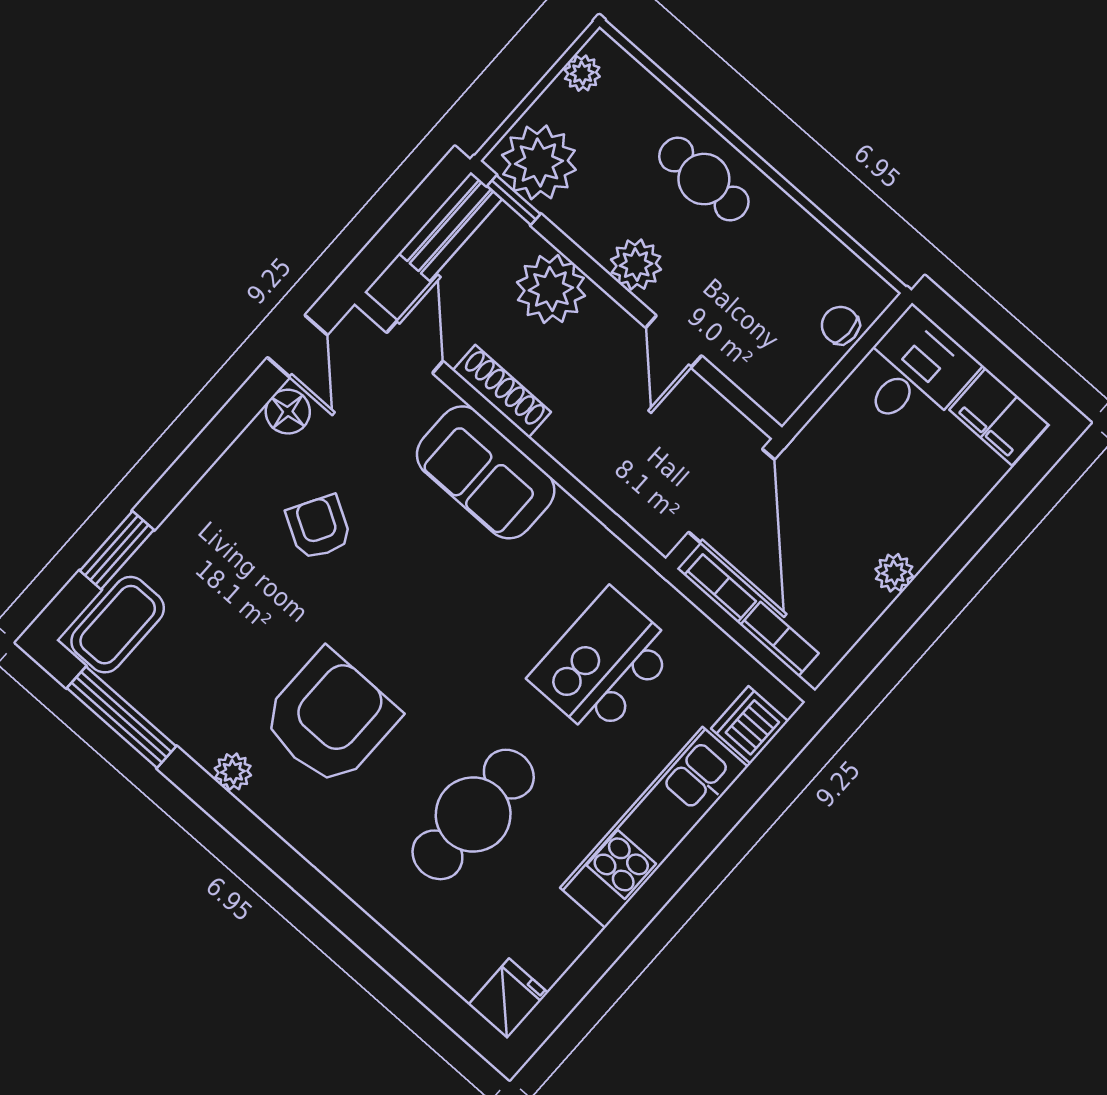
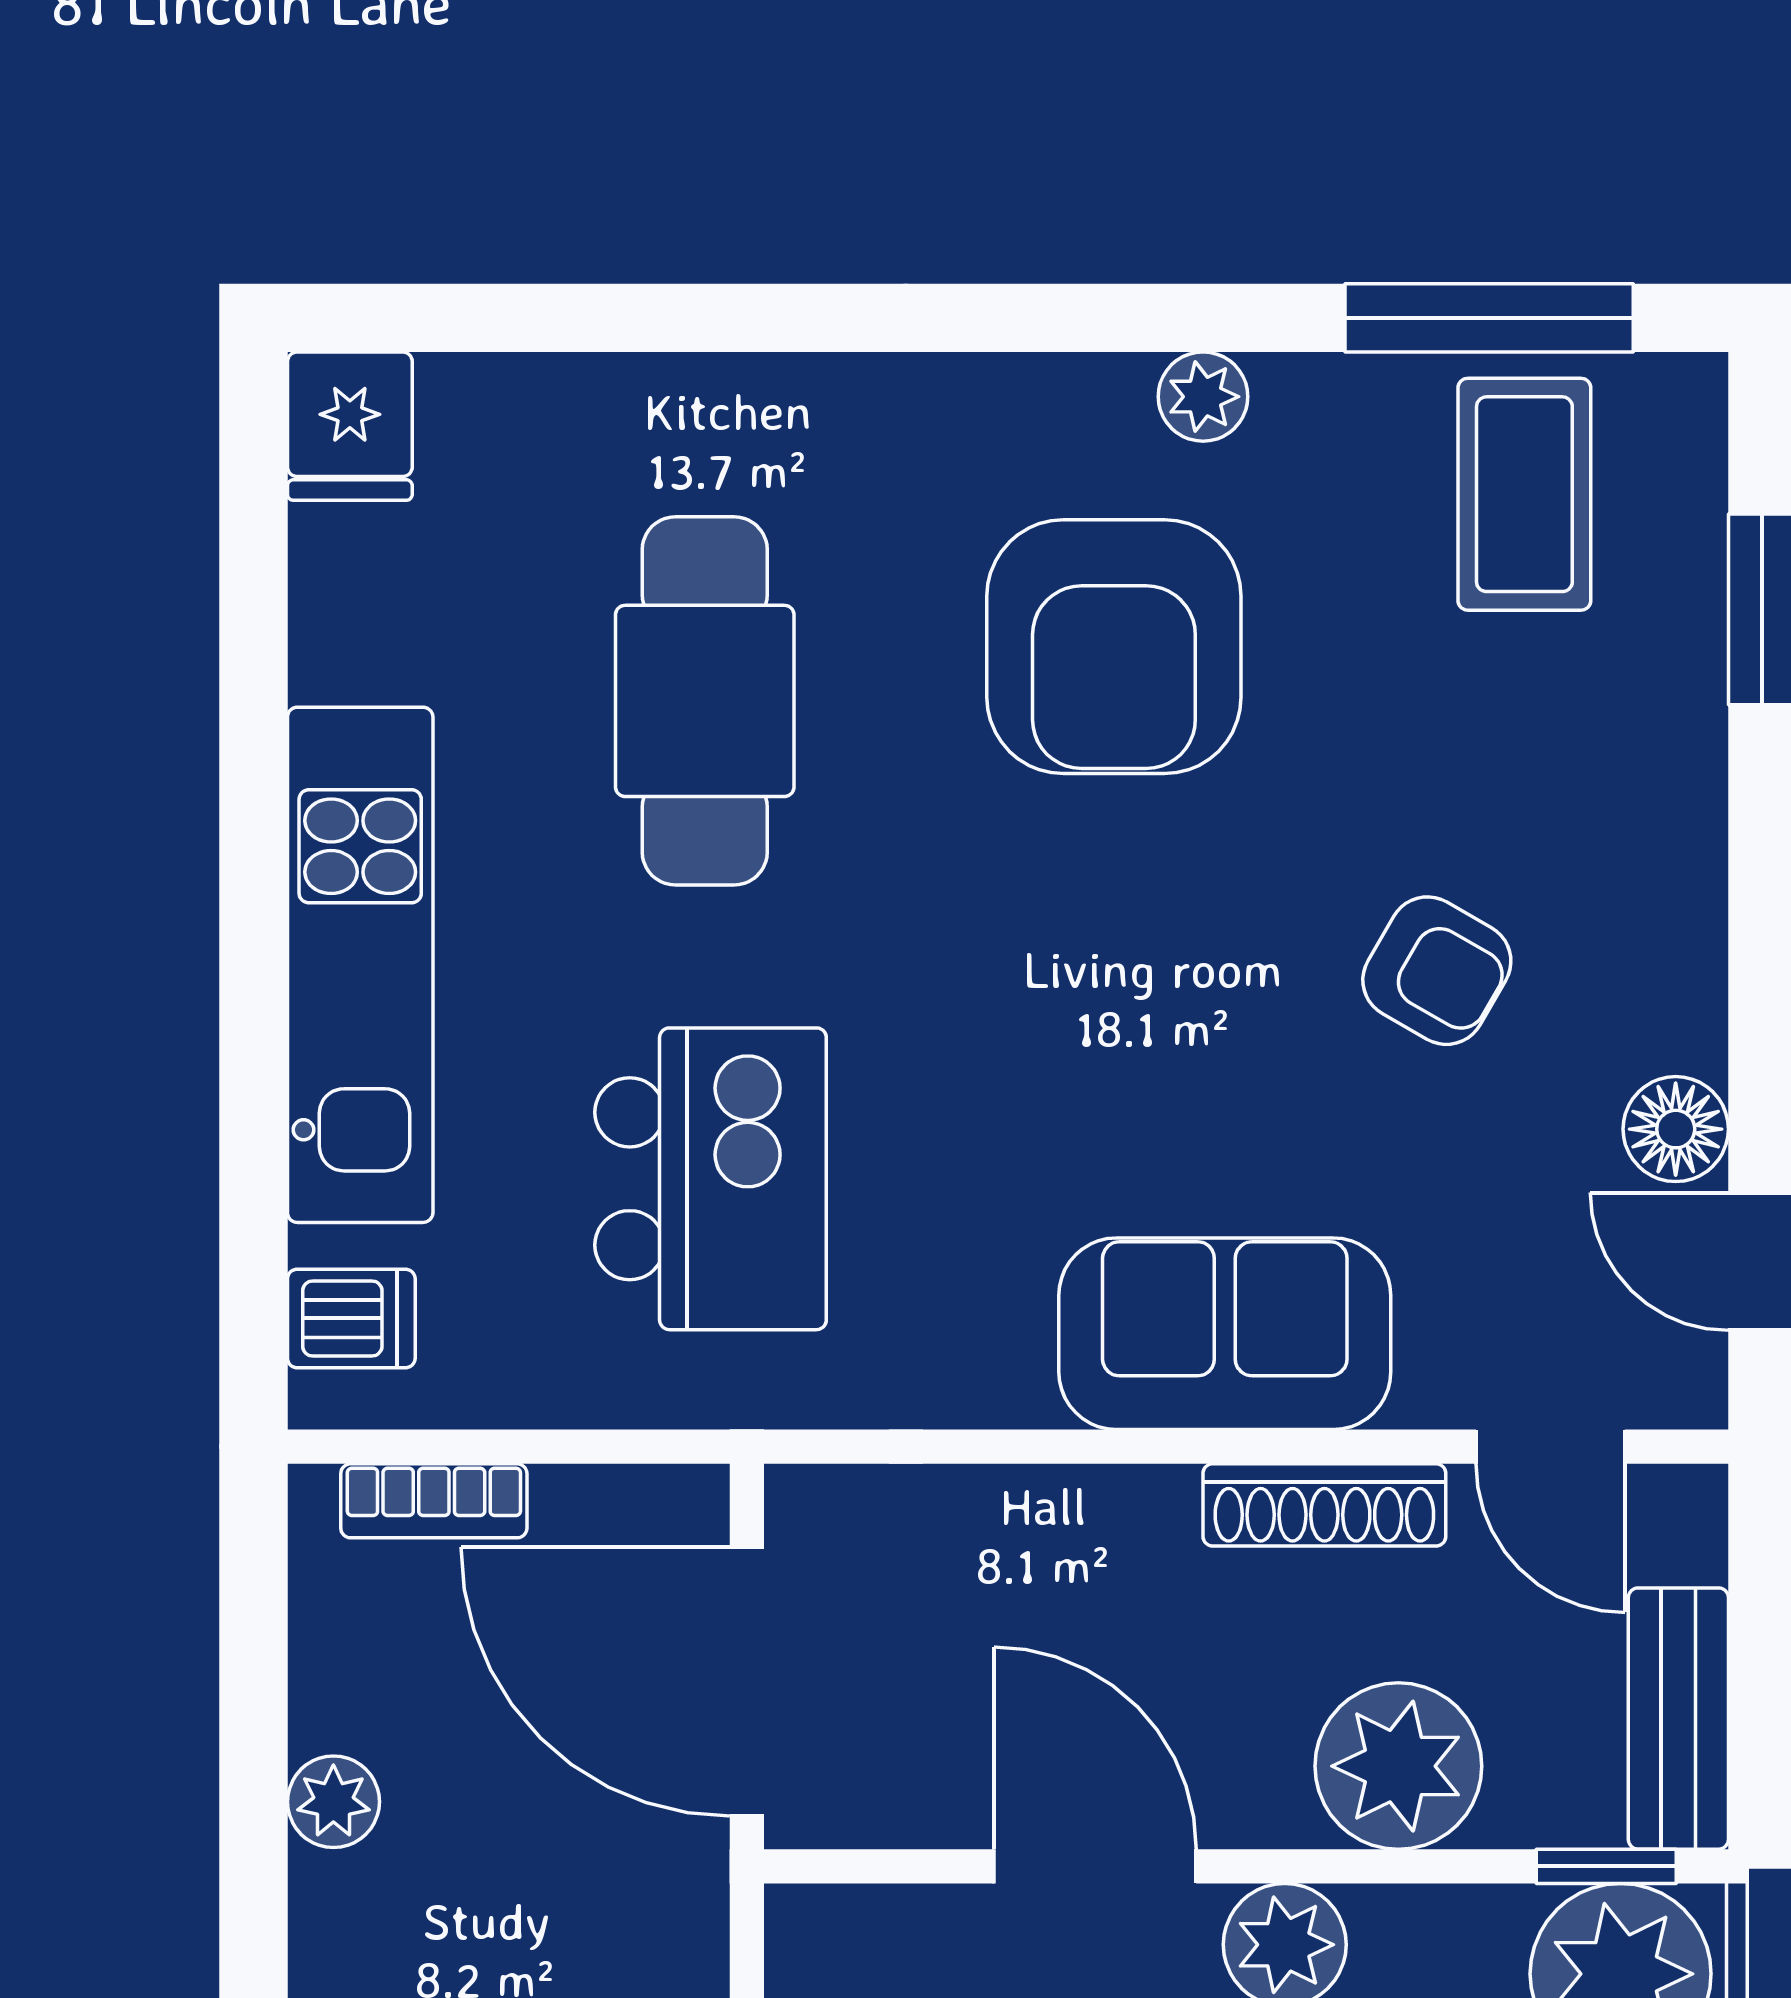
door: (674, 342) -> (1095, 1866), width x1.38
bookcase: (720, 588) -> (621, 1498), removed
coffee table: (118, 625) -> (1524, 494), moved
dishwasher: (750, 725) -> (351, 1318), width x0.73

